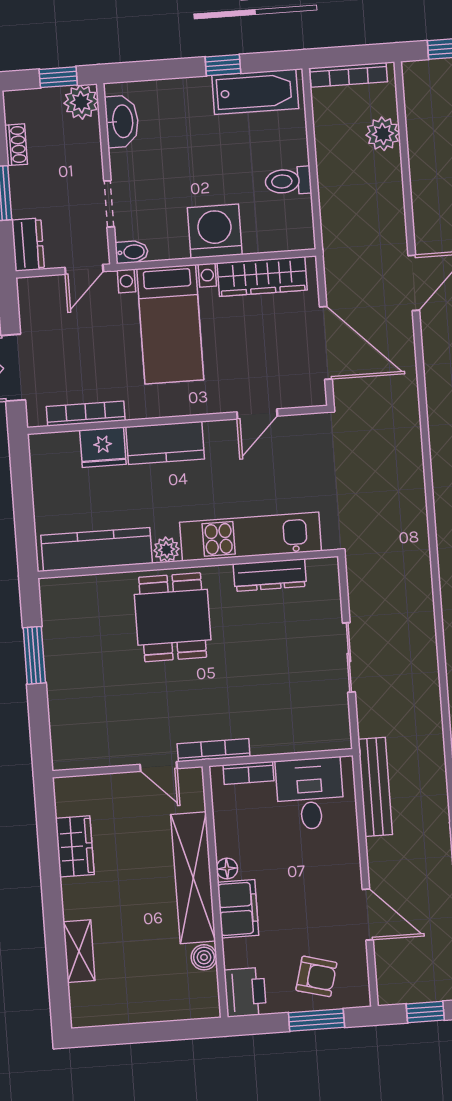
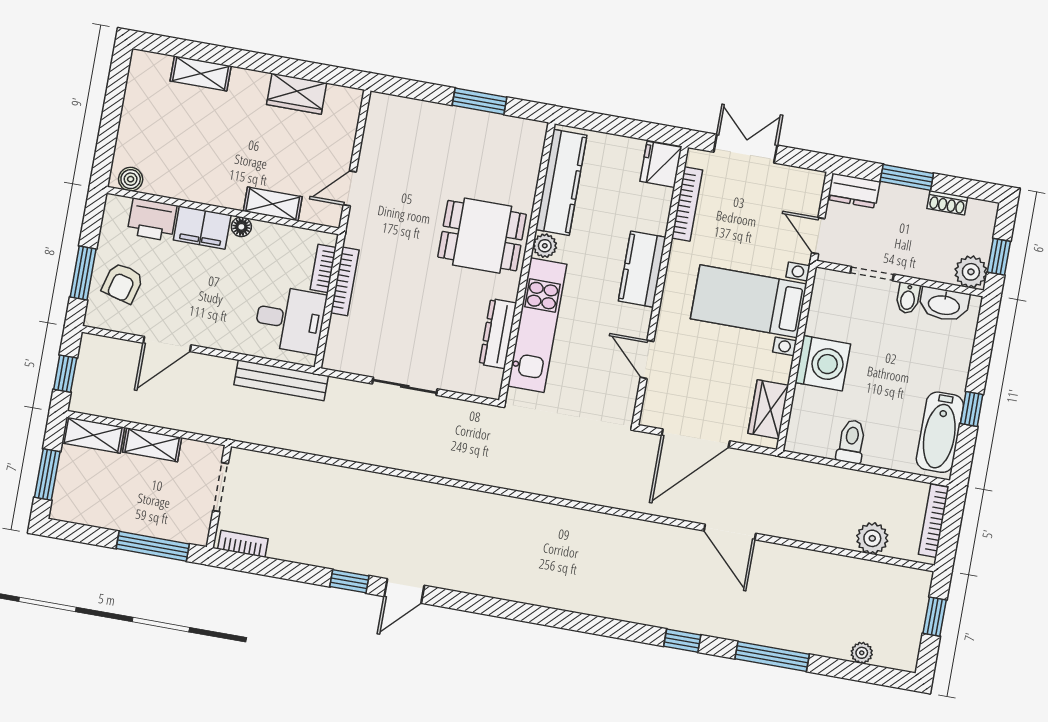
bidet: (132, 252) -> (908, 298), moved
wardrobe: (262, 276) -> (768, 409), width x0.67
fridge: (103, 447) -> (661, 164), moved
bookcase: (214, 750) -> (345, 281), moved
shelving: (193, 878) -> (273, 204), width x0.45, depth x0.75
boiler: (204, 957) -> (131, 179), moved
printer: (245, 992) -> (152, 220), moved

